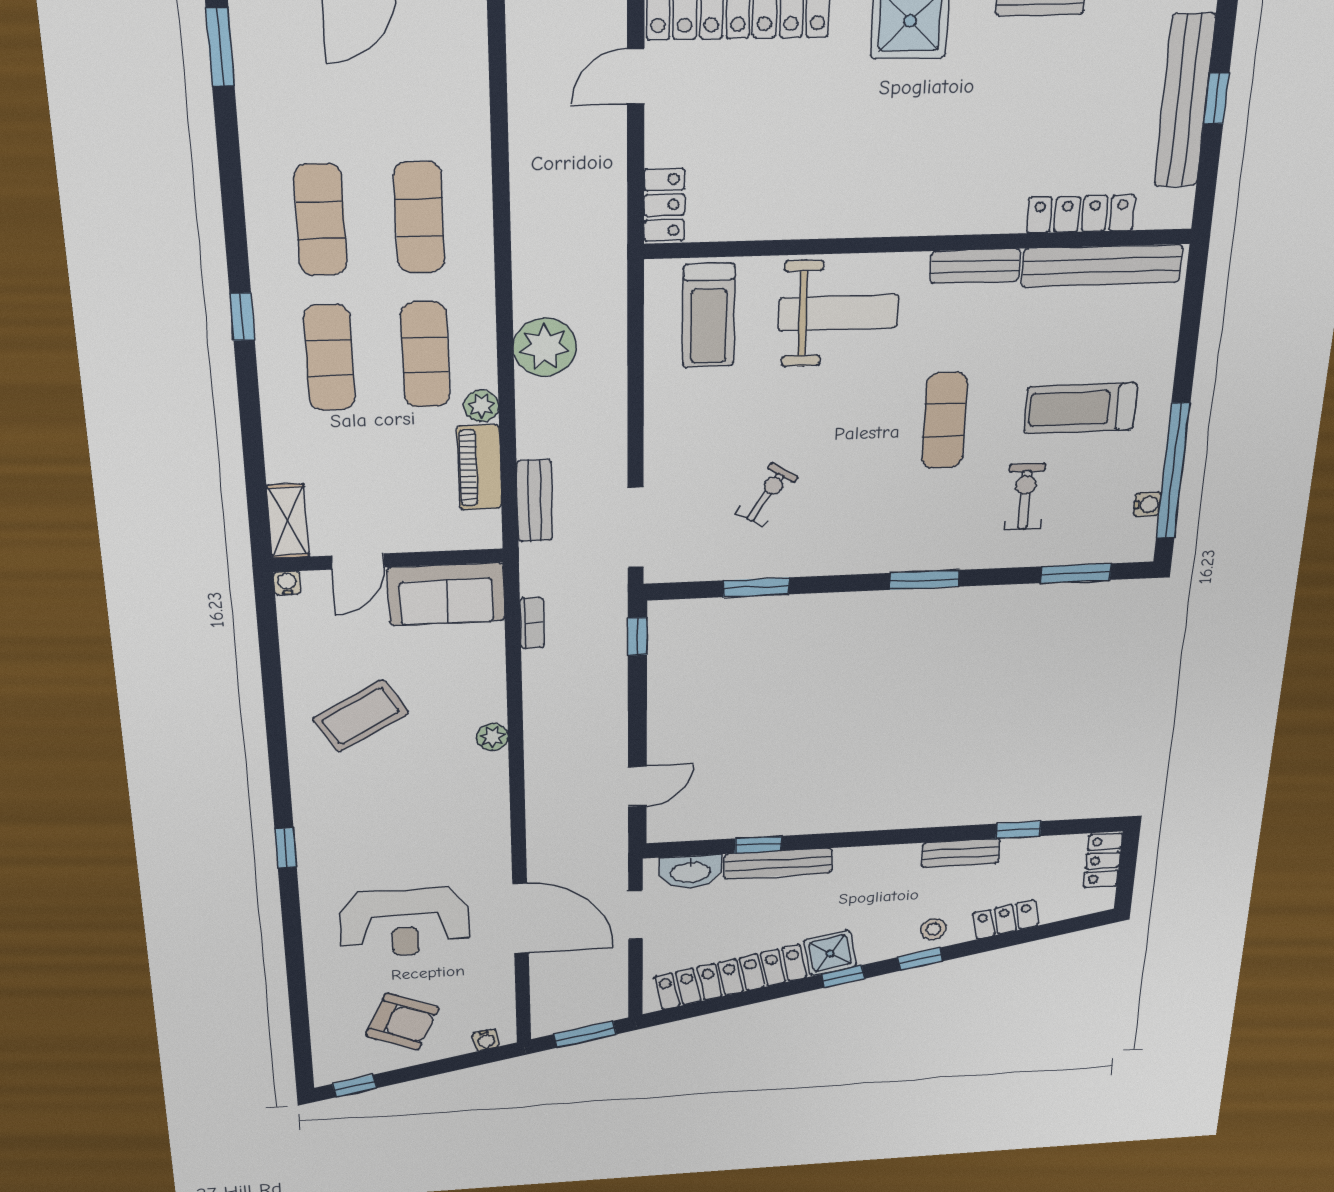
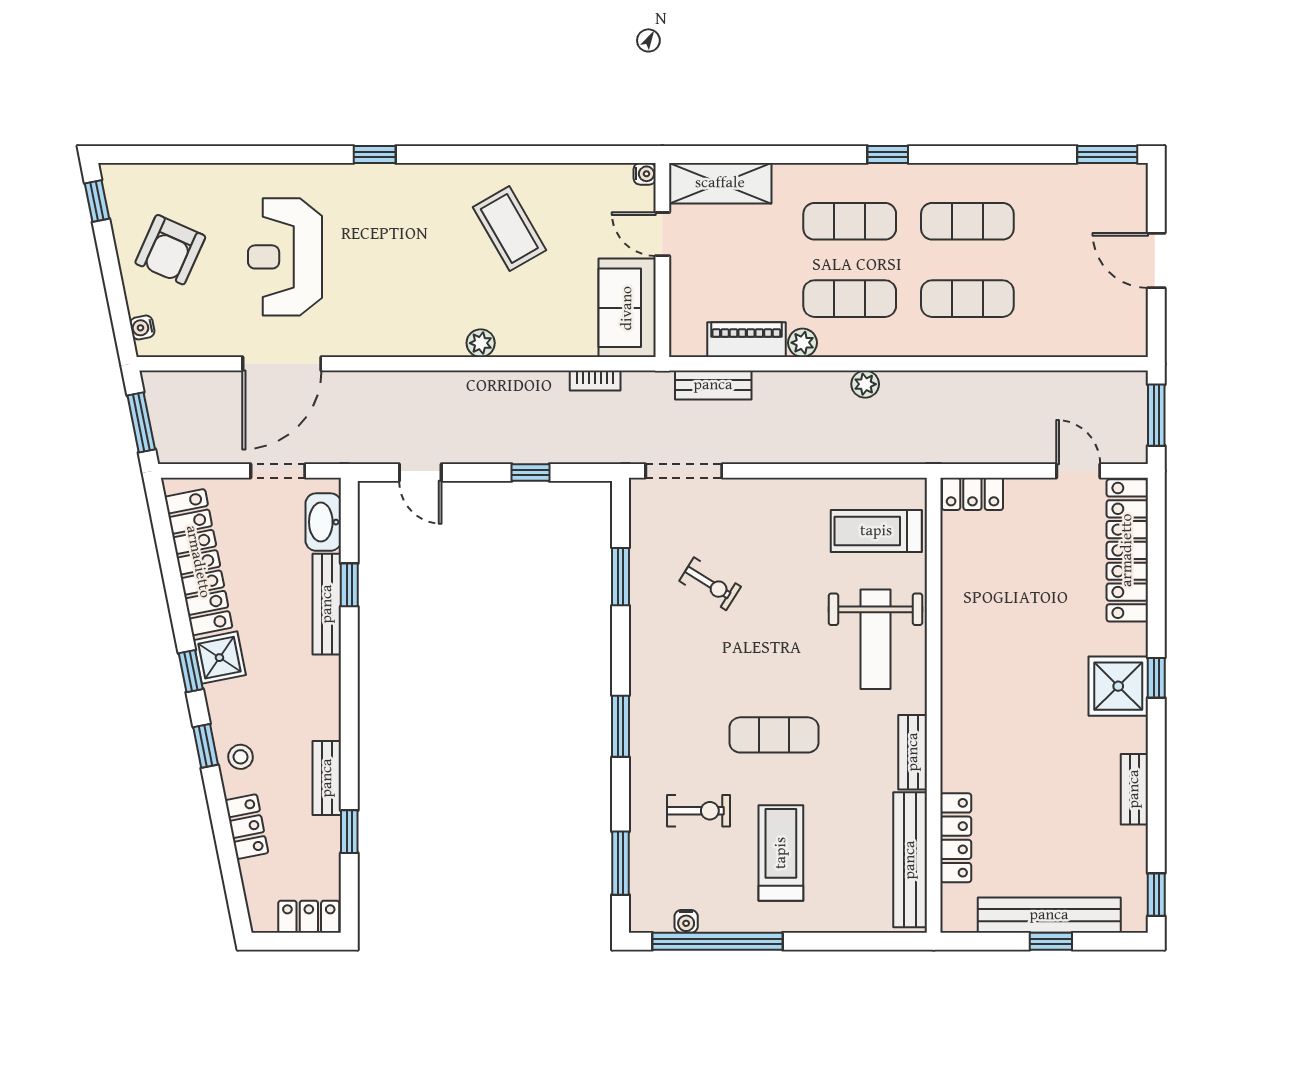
plant: (545, 347) -> (865, 384), width x0.53, depth x0.53
shelving: (288, 521) -> (720, 183), width x1.50, depth x1.33
window: (637, 636) -> (530, 473), moved

